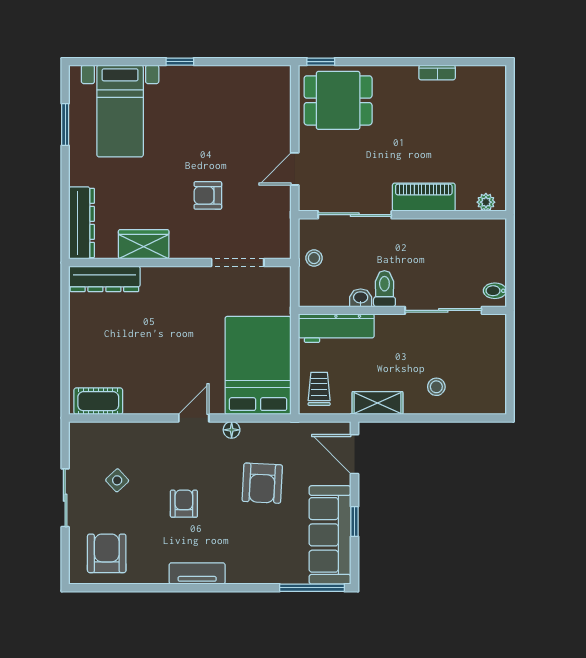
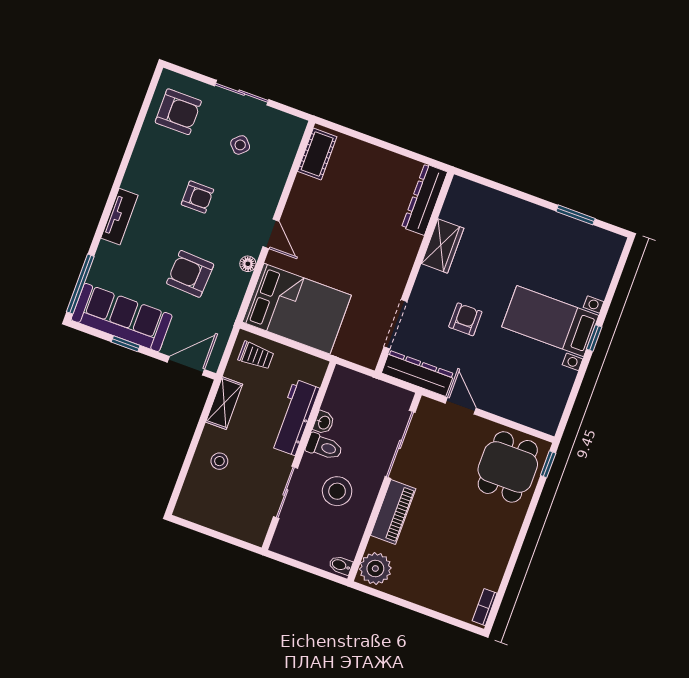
bookcase: (437, 73) -> (485, 607), moved
bed with nightstands: (120, 111) -> (550, 321), moved
plant: (486, 202) -> (375, 569), width x1.88, depth x1.88
dresser: (82, 223) -> (418, 373), moved, turned 180
stool: (314, 258) -> (337, 491), moved, width x1.89, depth x1.89
bidet: (495, 291) -> (341, 565), moved, turned -90
sliding door: (443, 310) -> (285, 492), width x0.73
workbench: (336, 328) -> (295, 417), moved
tv unit: (197, 574) -> (119, 217), moved

